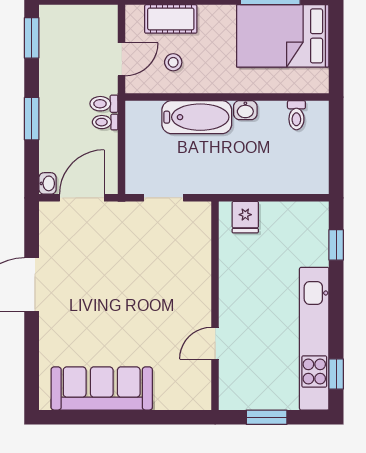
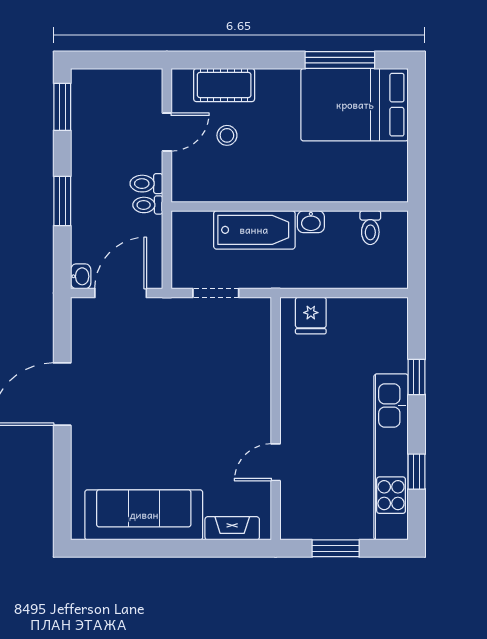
wall: (227, 97) -> (290, 207), moved
washbasin: (245, 110) -> (311, 222), moved
toilet: (296, 115) -> (370, 228), moved
bathtub: (197, 117) -> (254, 230), moved
window: (336, 245) -> (417, 377), moved
window: (336, 374) -> (417, 472), moved
fireplace: (178, 400) -> (232, 528), added

